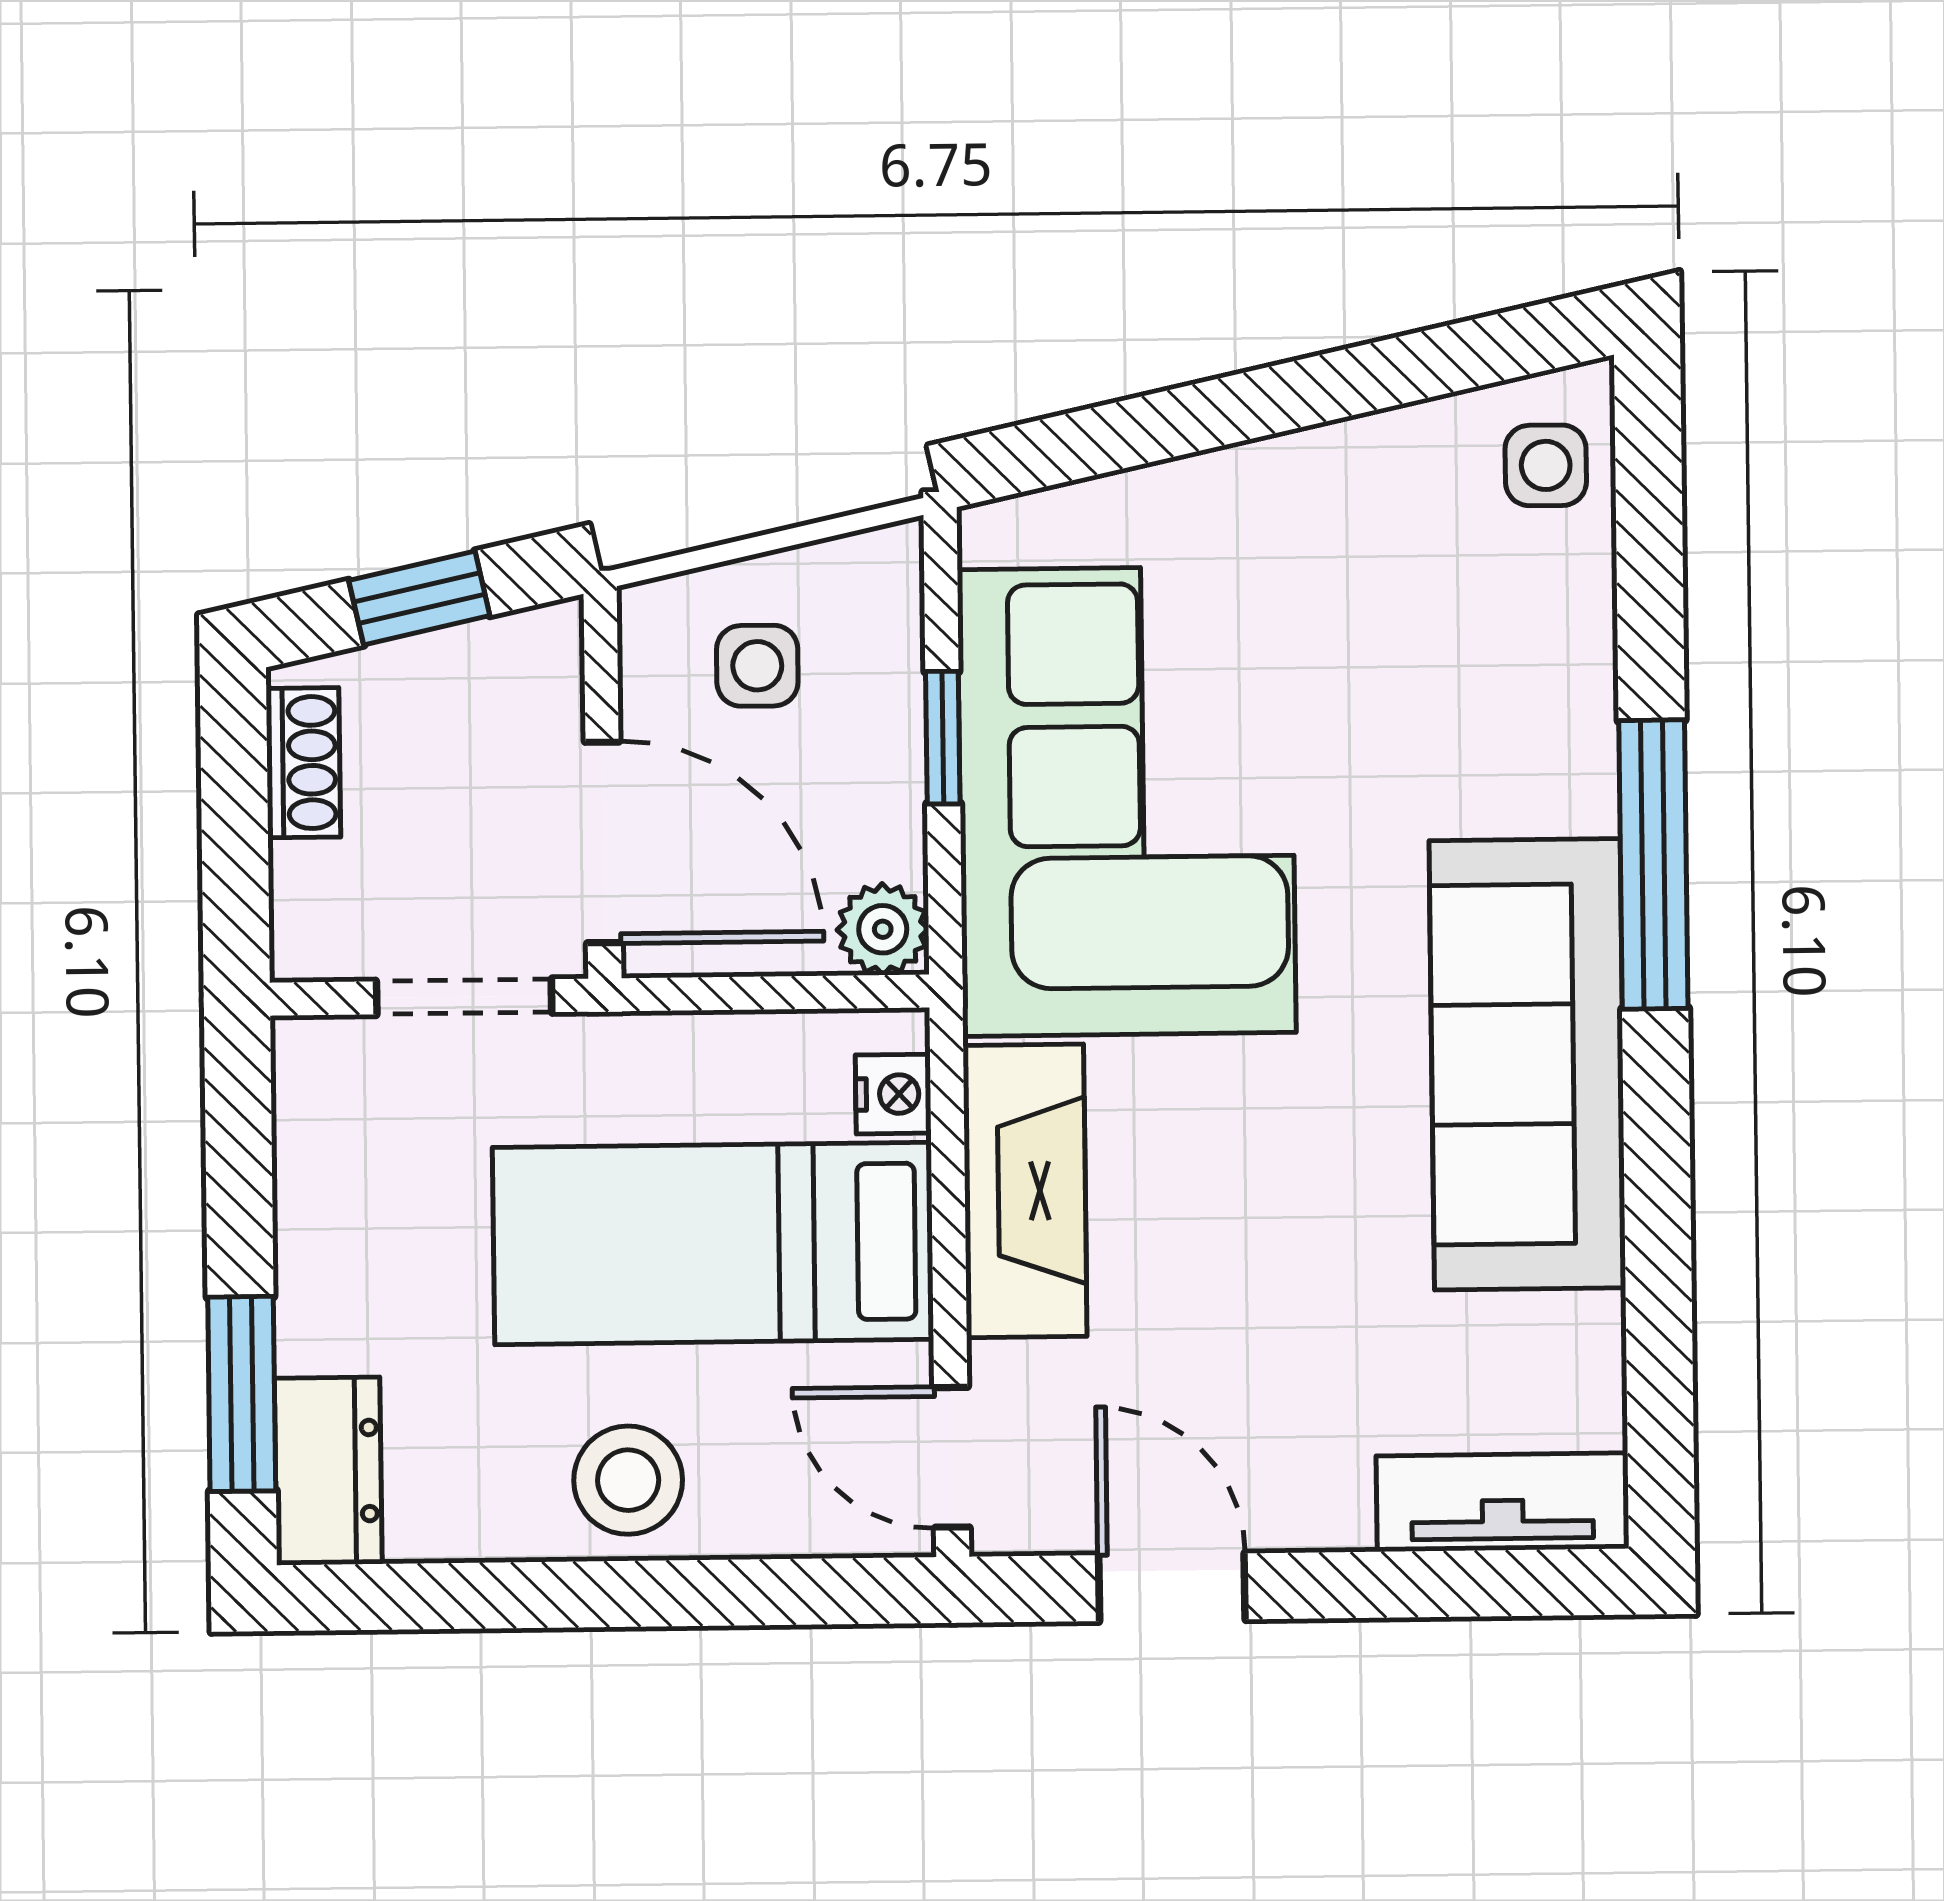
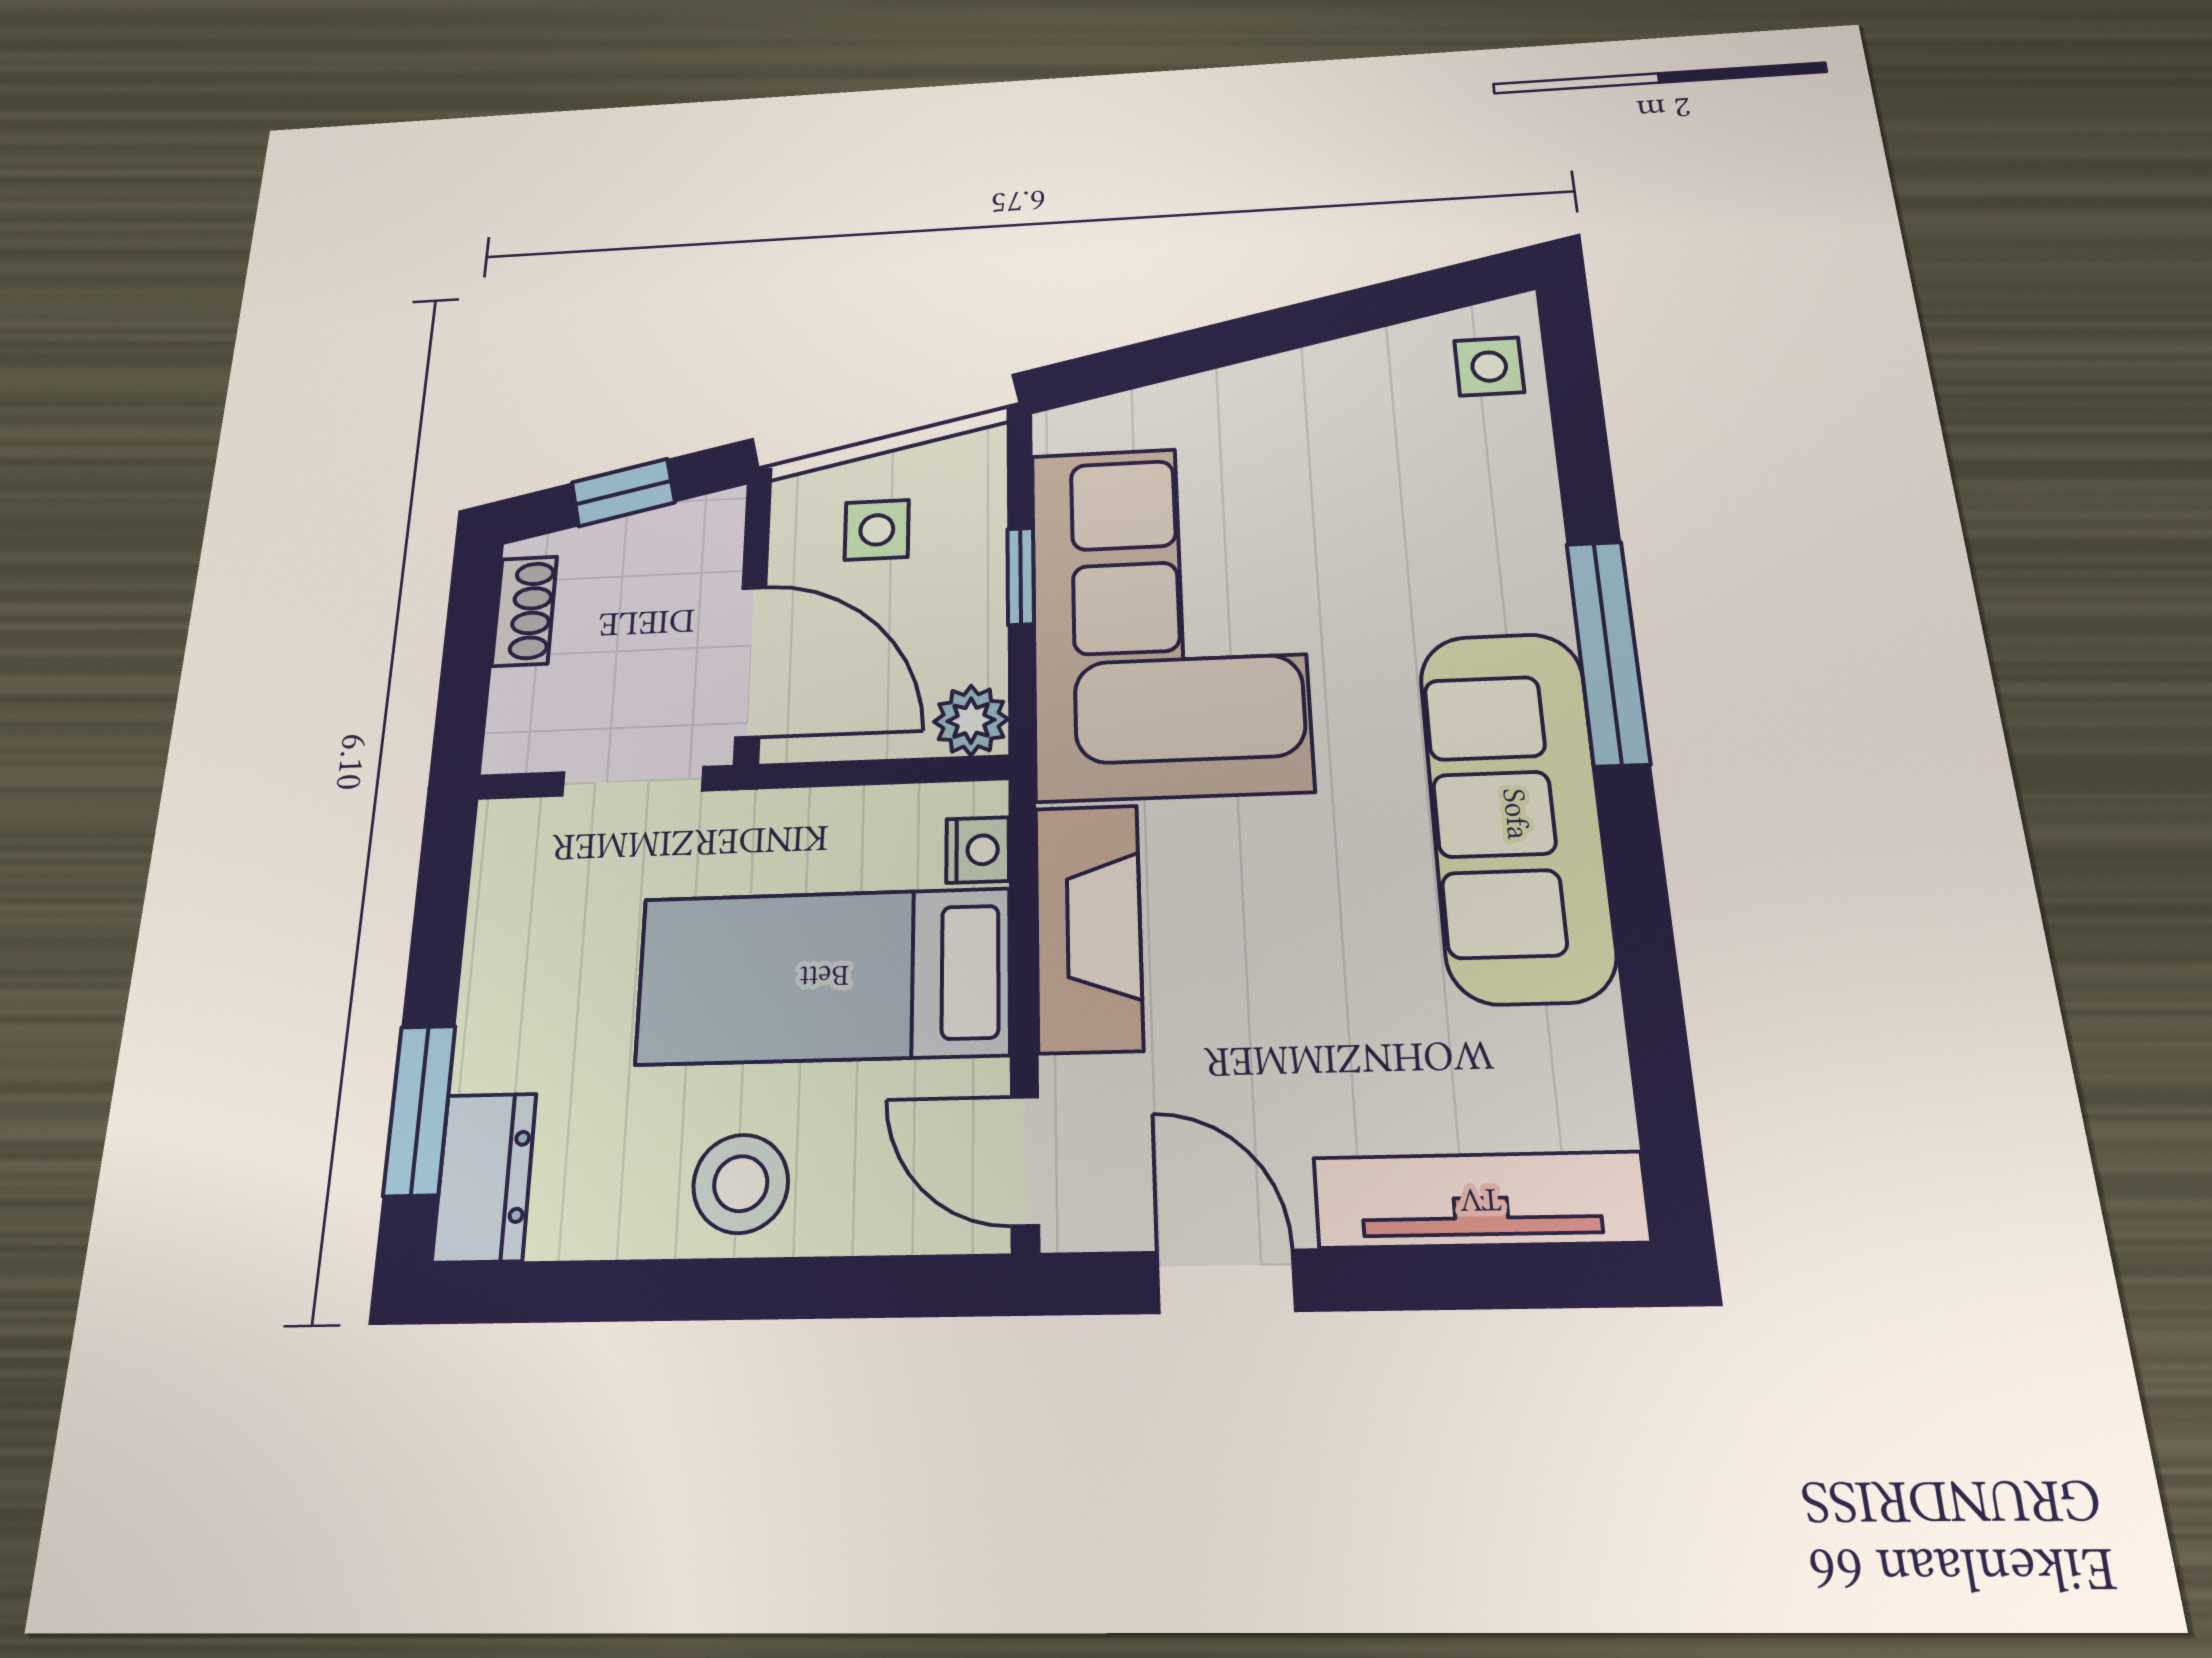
tv unit: (1502, 1502) -> (1480, 1200), width x1.41

